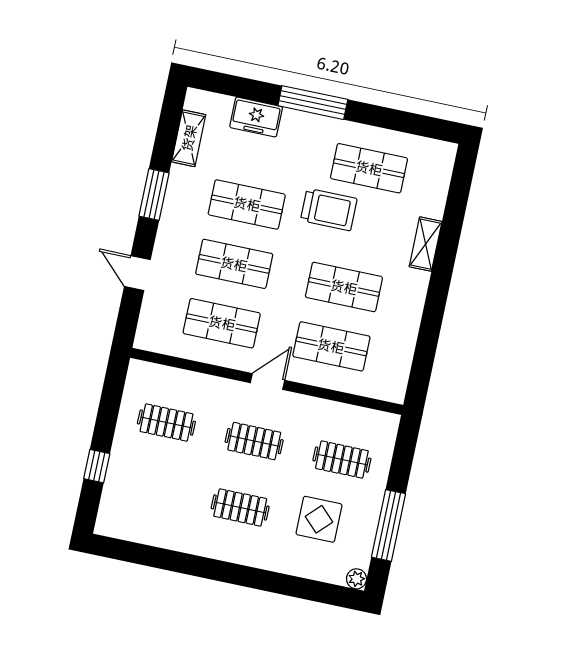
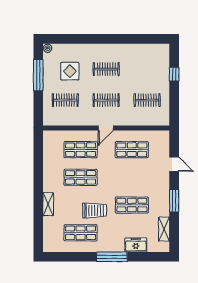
trolley: (329, 210) -> (95, 210), turned 180
shop shelf: (234, 264) -> (132, 177), removed

